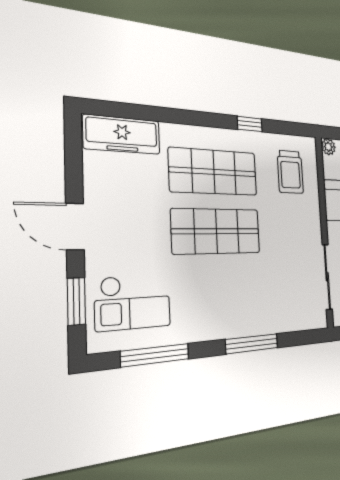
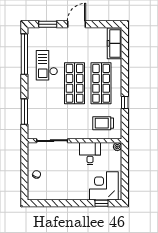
checkout: (133, 302) -> (47, 65), moved
window: (252, 344) -> (24, 112), moved
window: (155, 355) -> (24, 54), width x1.46

